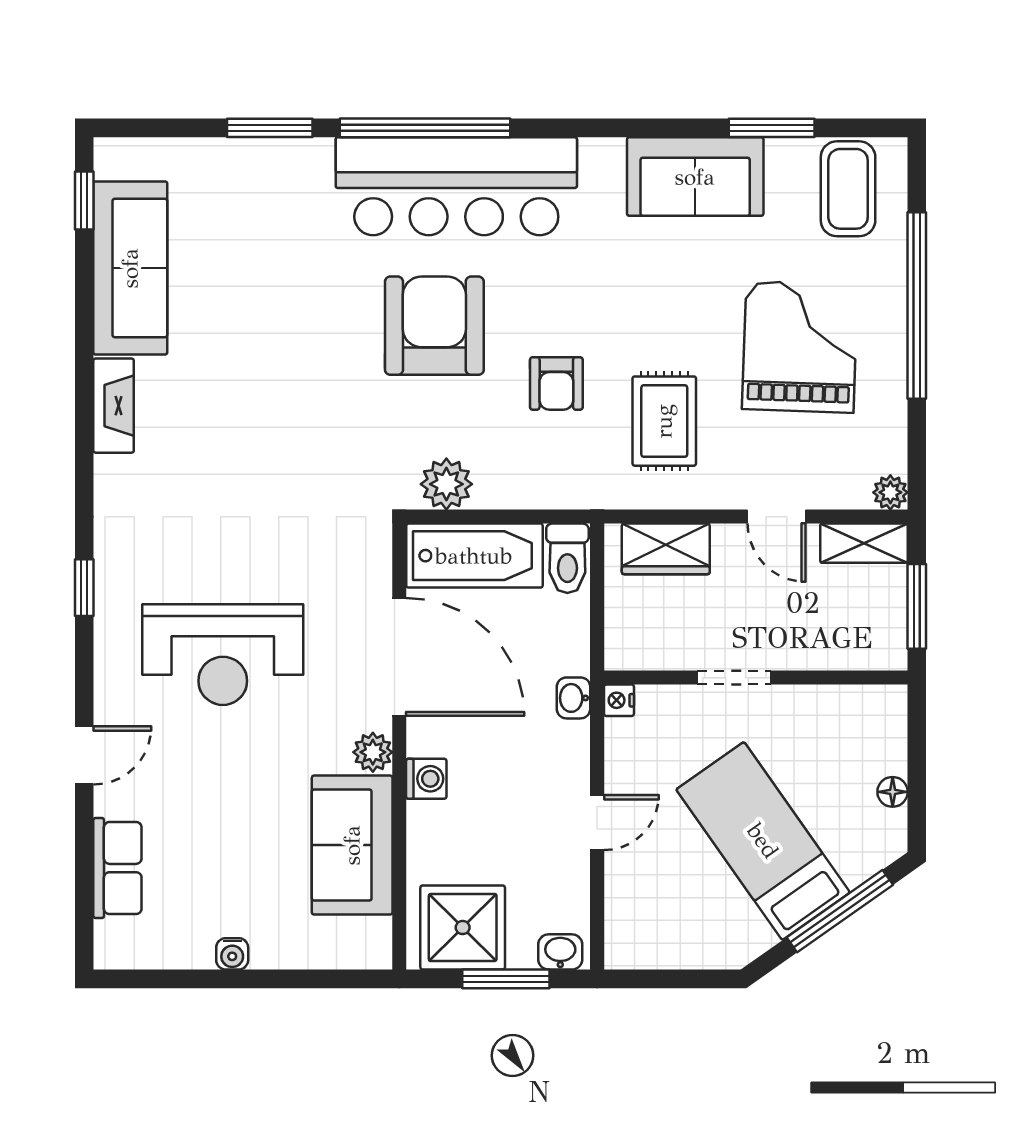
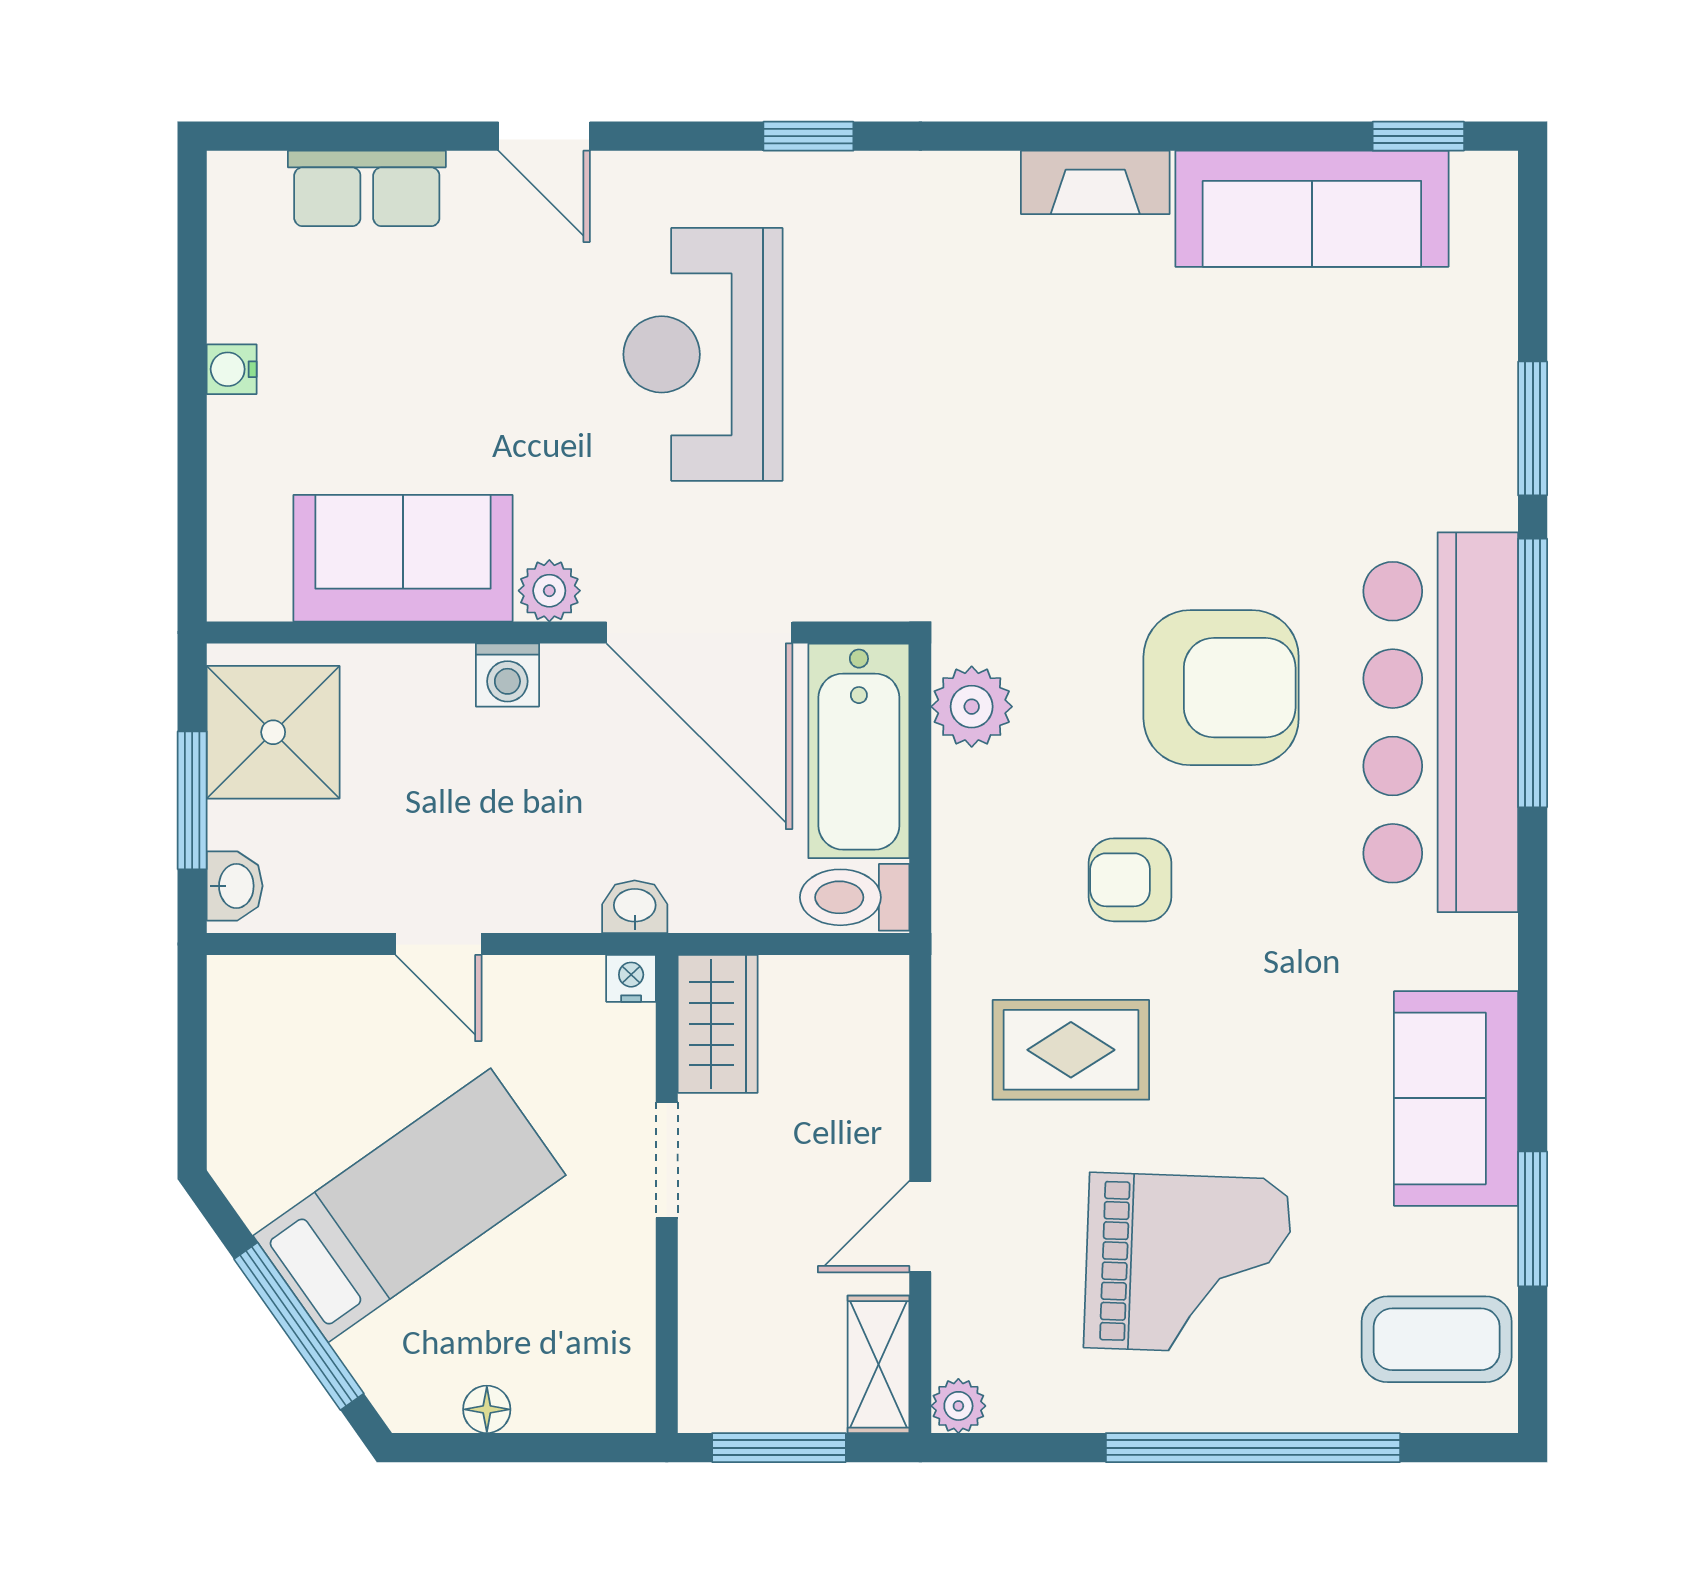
wardrobe: (666, 549) -> (718, 1024), moved, turned 180
door: (399, 657) -> (699, 632), hinge flipped

